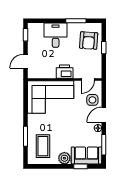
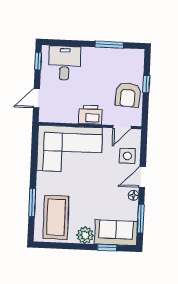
desk: (56, 35) -> (65, 63), moved
armchair: (89, 41) -> (128, 95), moved
coffee table: (43, 146) -> (56, 217), width x1.36, depth x1.32

